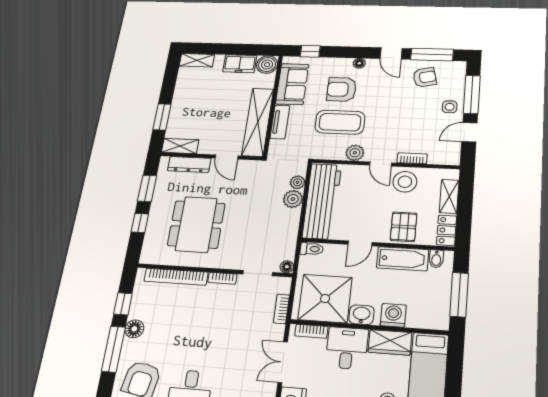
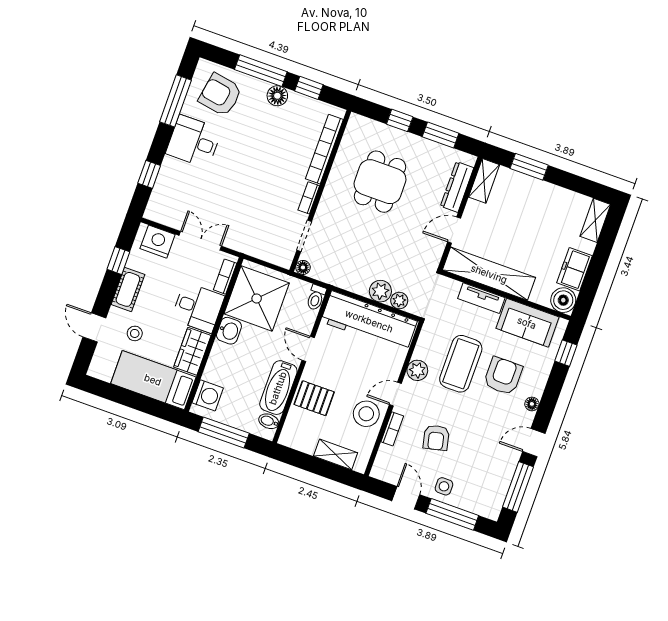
armchair: (425, 77) -> (436, 438), moved
dining table: (196, 224) -> (380, 182), width x0.73
locker: (447, 230) -> (298, 441), removed
bookcase: (282, 309) -> (257, 252), removed
washing machine: (393, 315) -> (208, 395), moved

